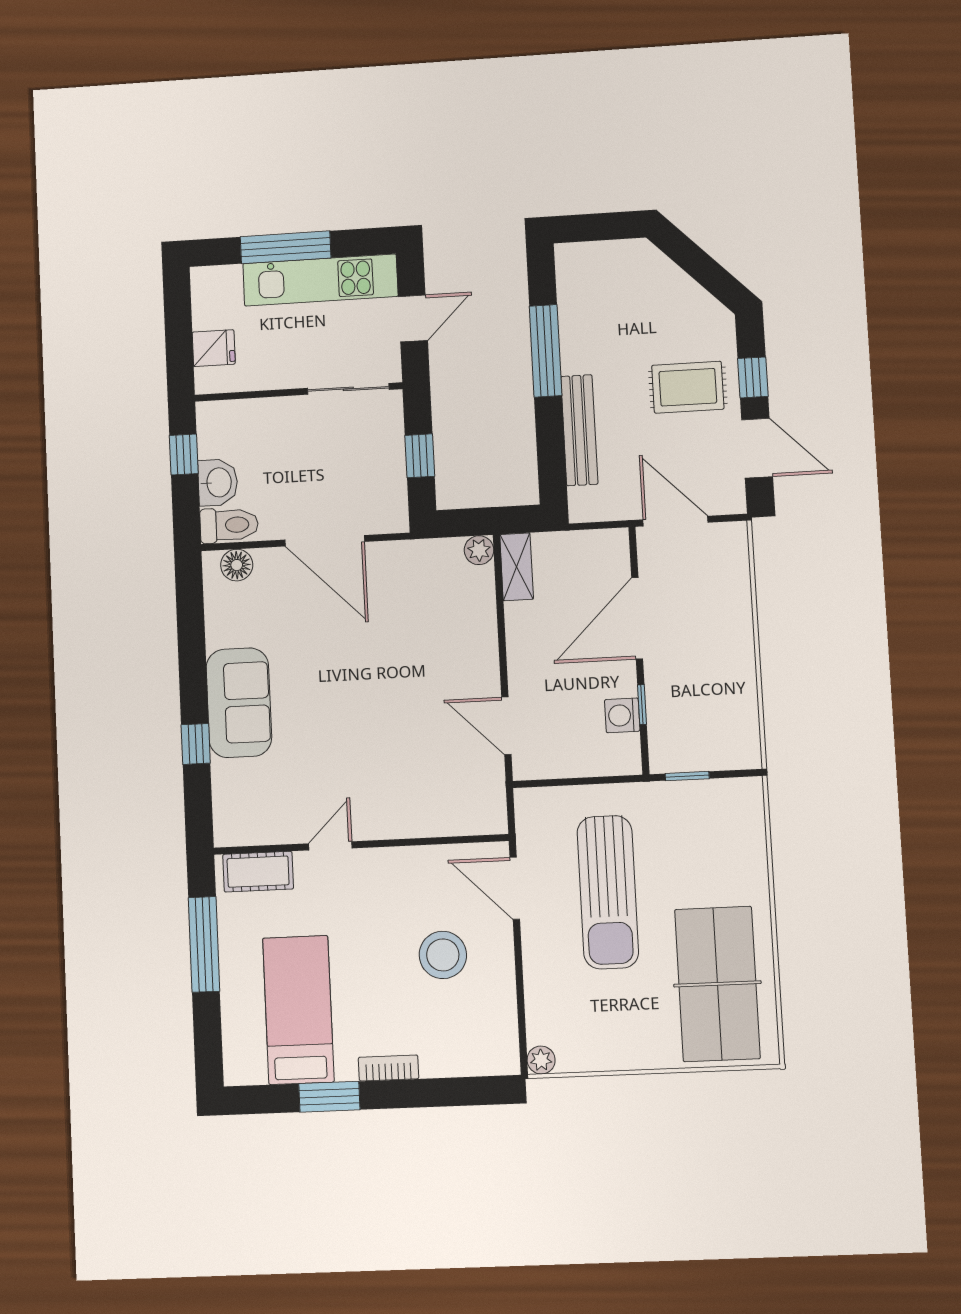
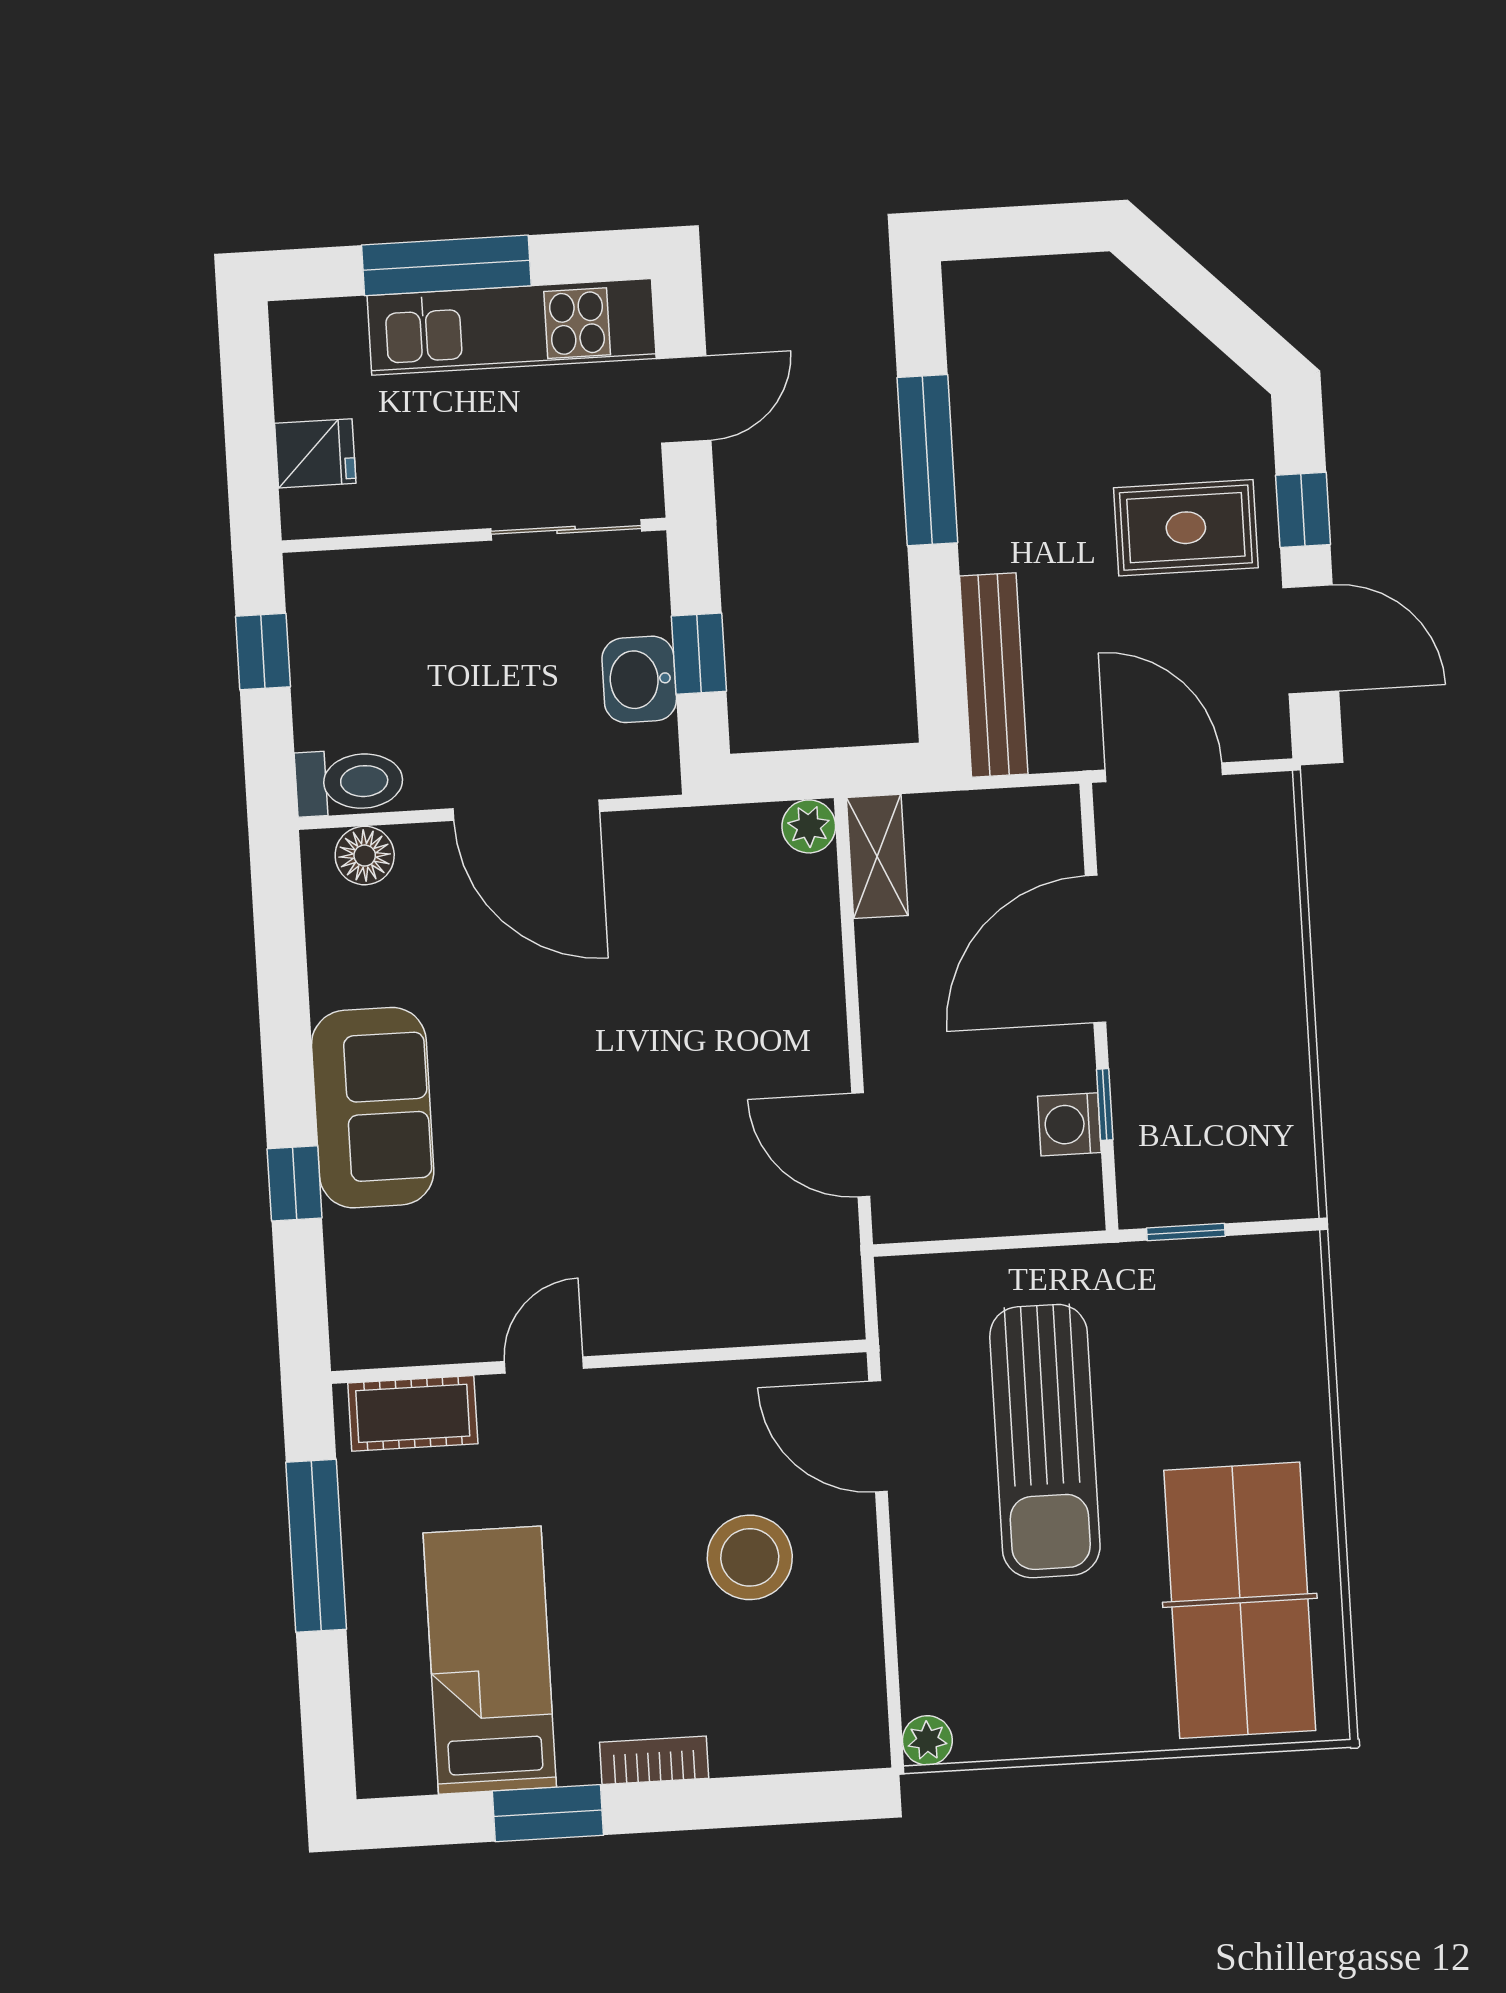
bench: (579, 430) -> (994, 675), moved
washbasin: (218, 482) -> (639, 679), moved, turned 180

